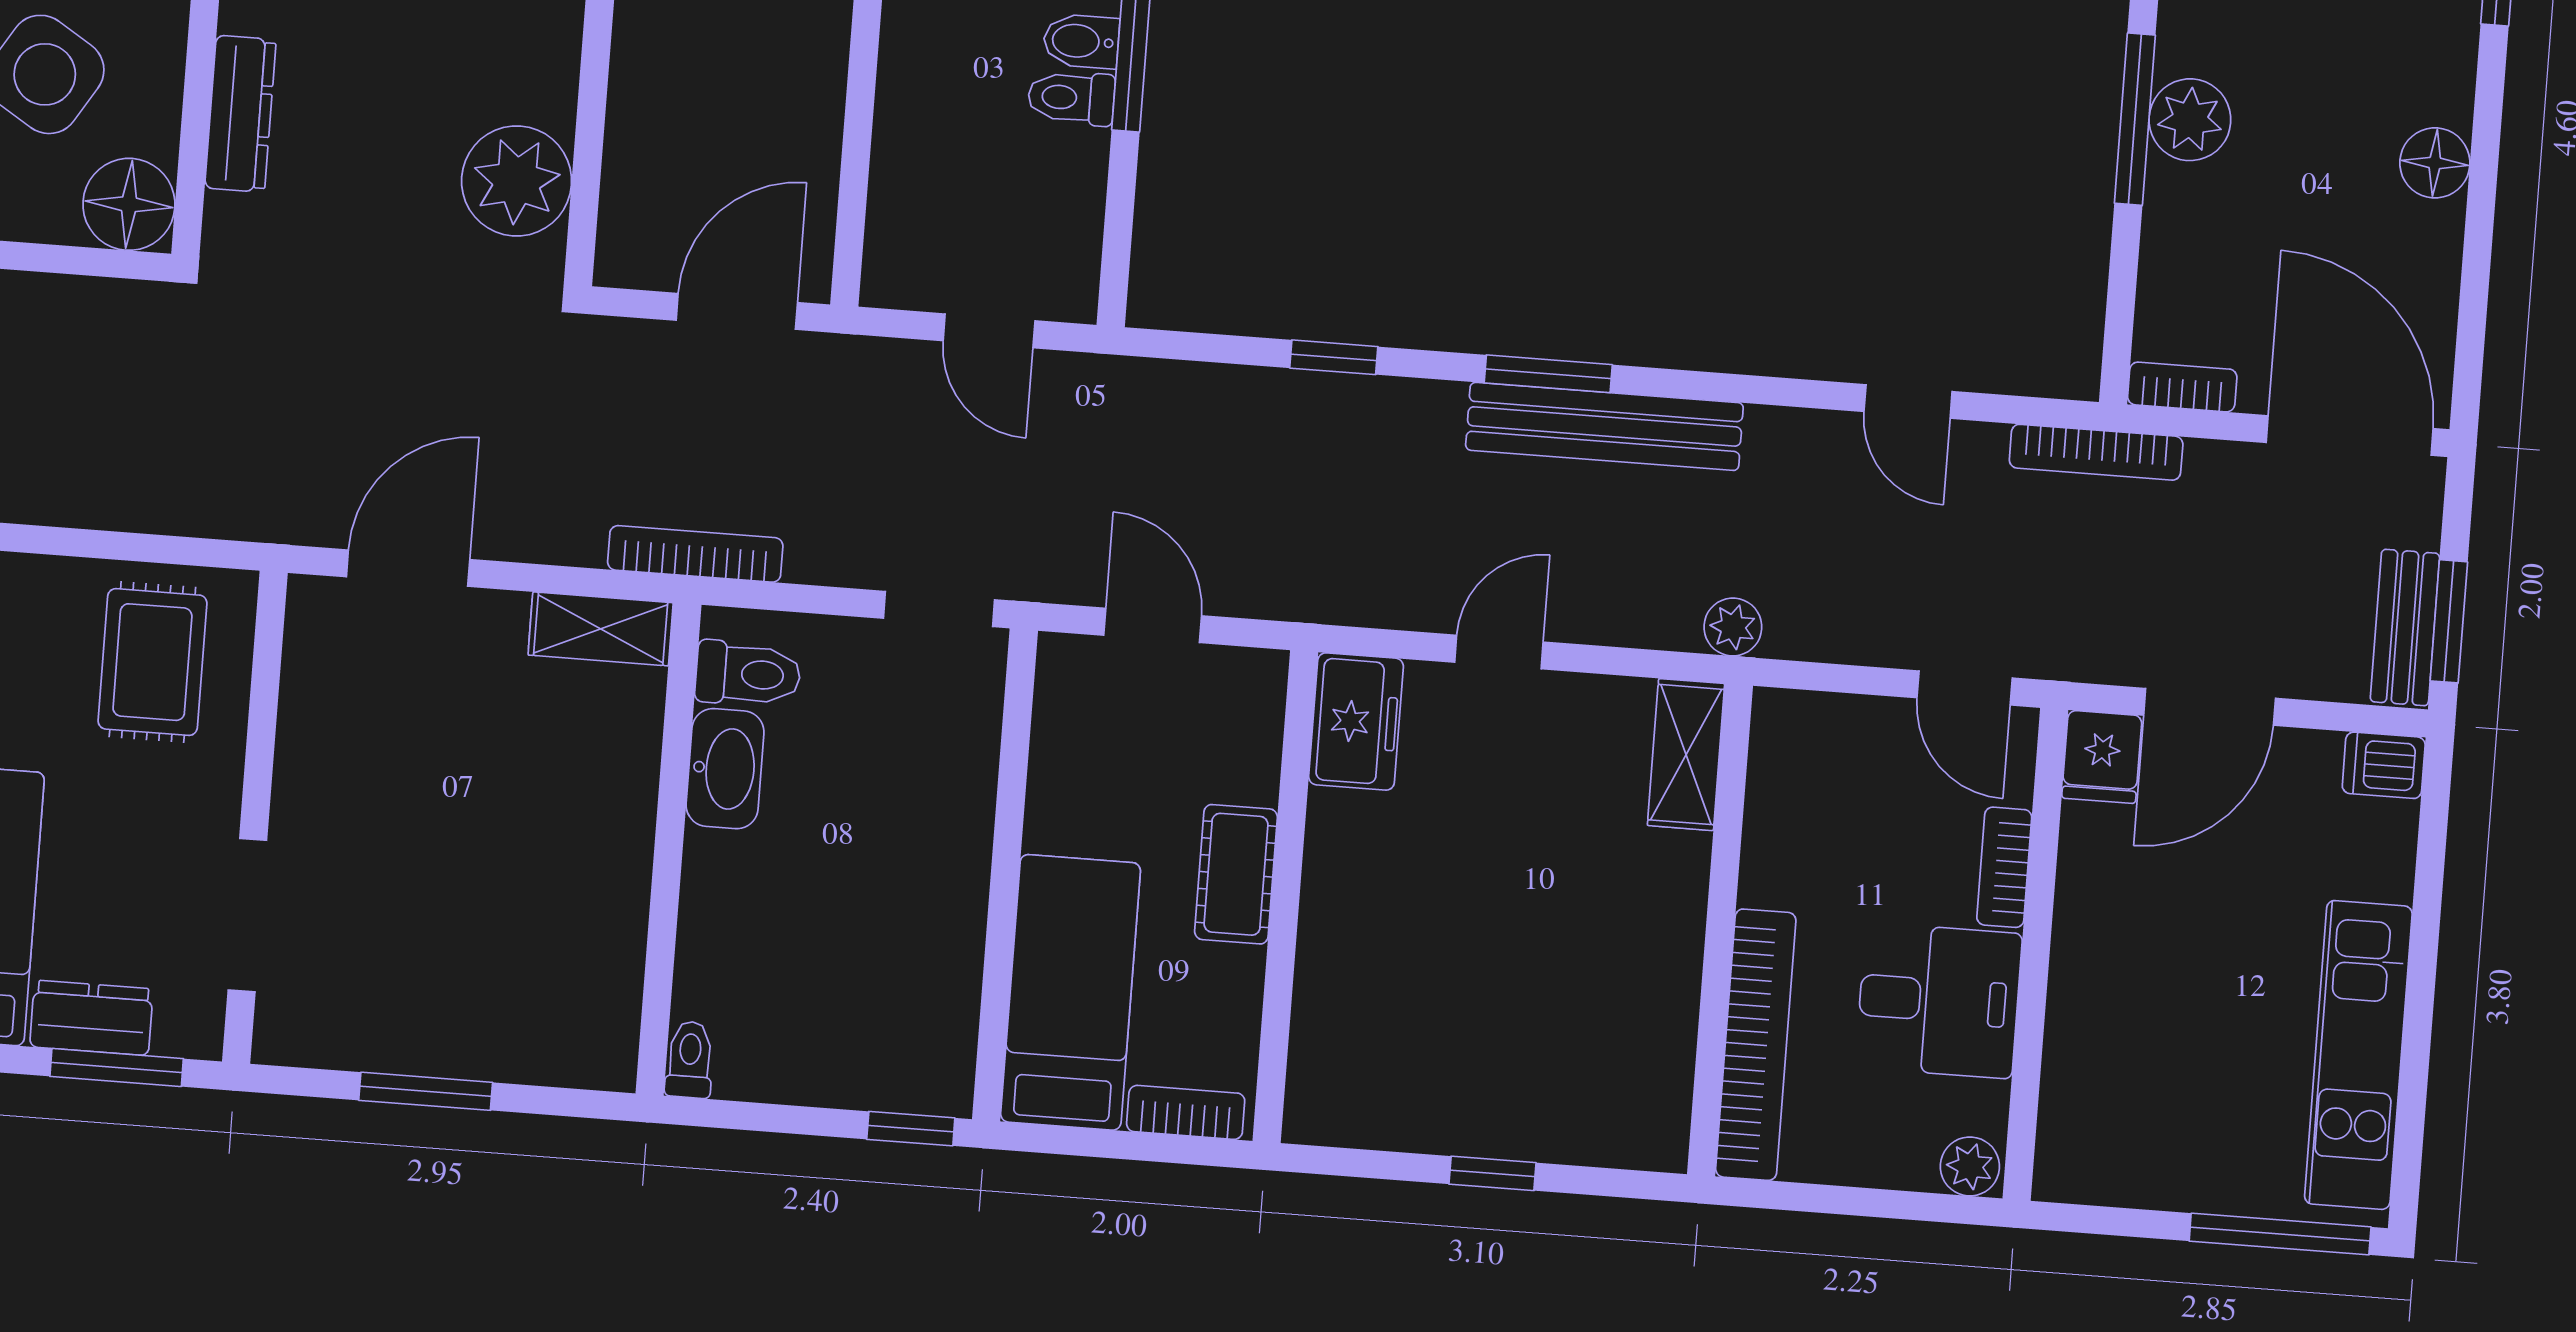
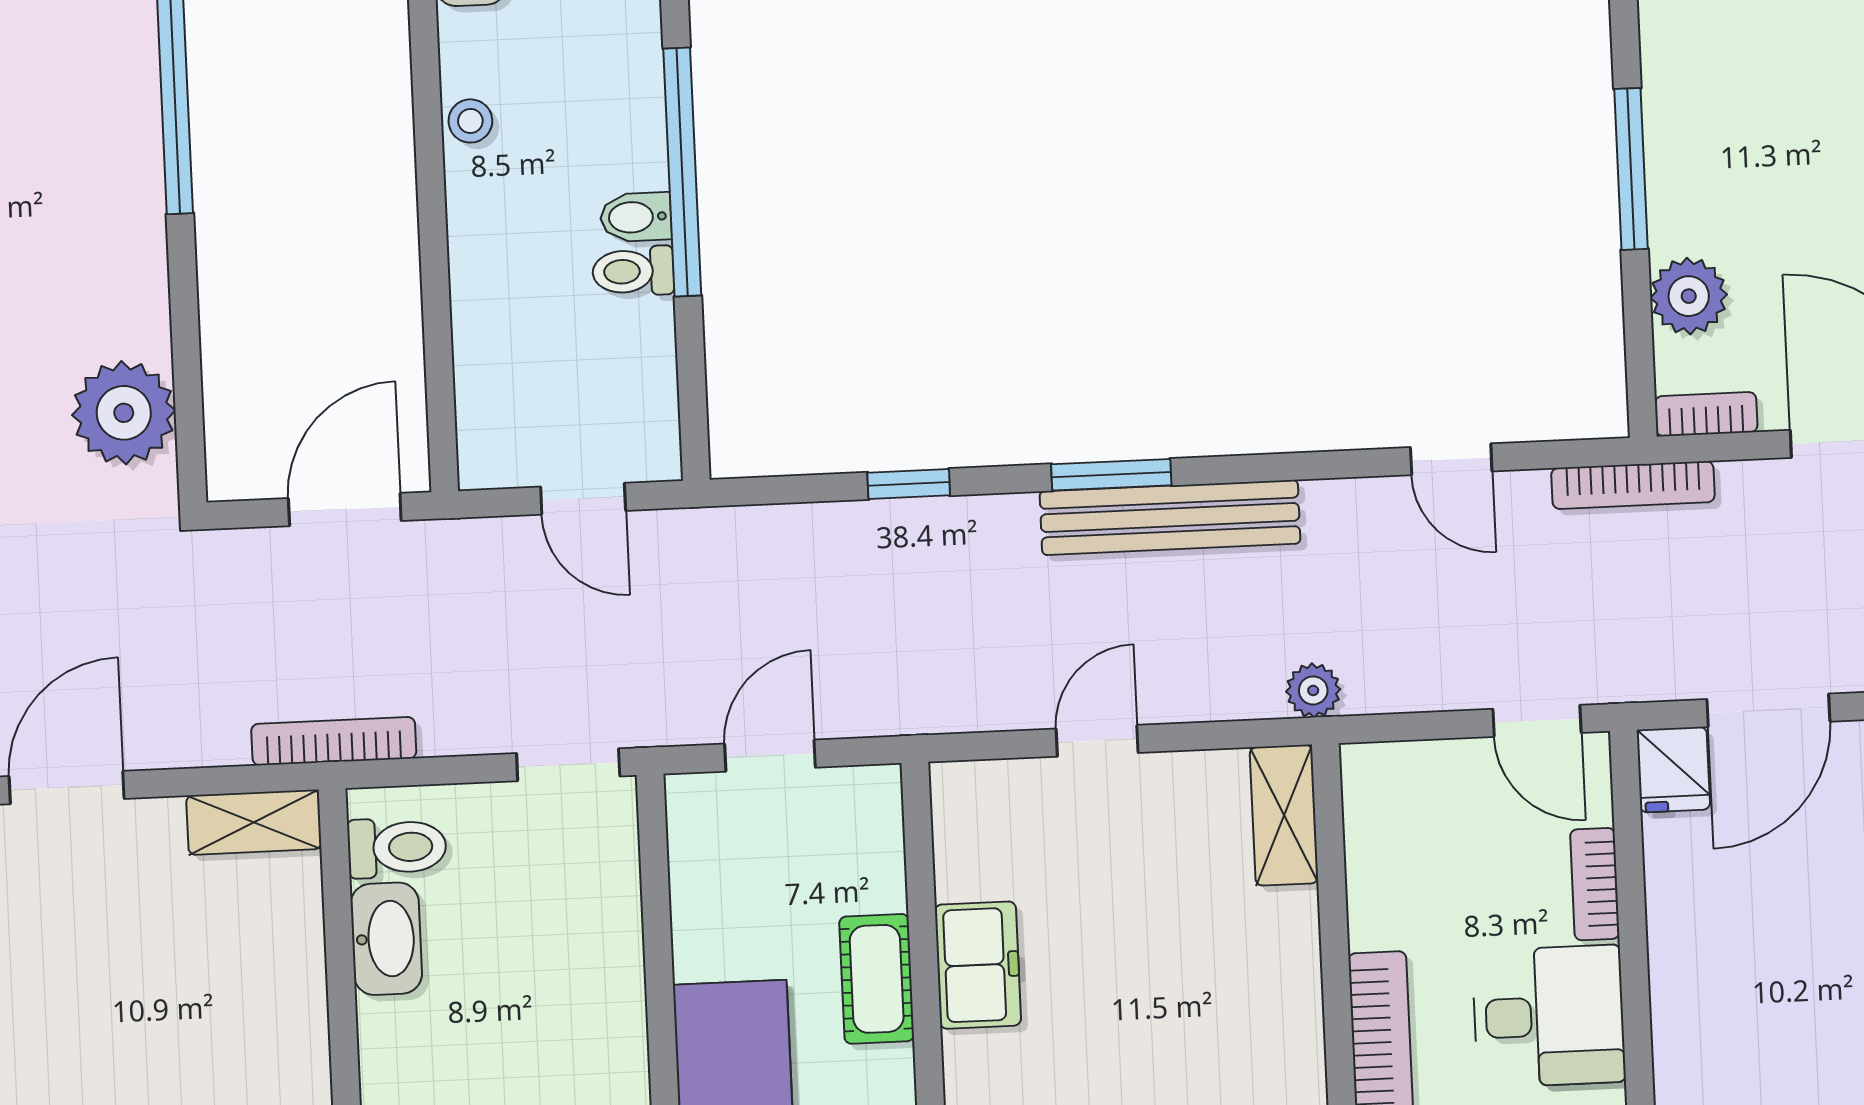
plant: (2190, 120) -> (1689, 296), moved
door: (1153, 625) -> (770, 756), hinge flipped
freezer: (1356, 721) -> (978, 965), moved

